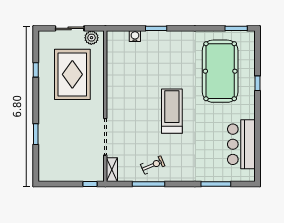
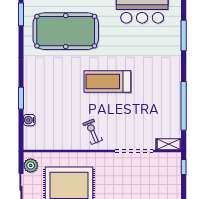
exercise bike: (153, 165) -> (93, 132), moved
window: (149, 184) -> (184, 106), width x1.46

